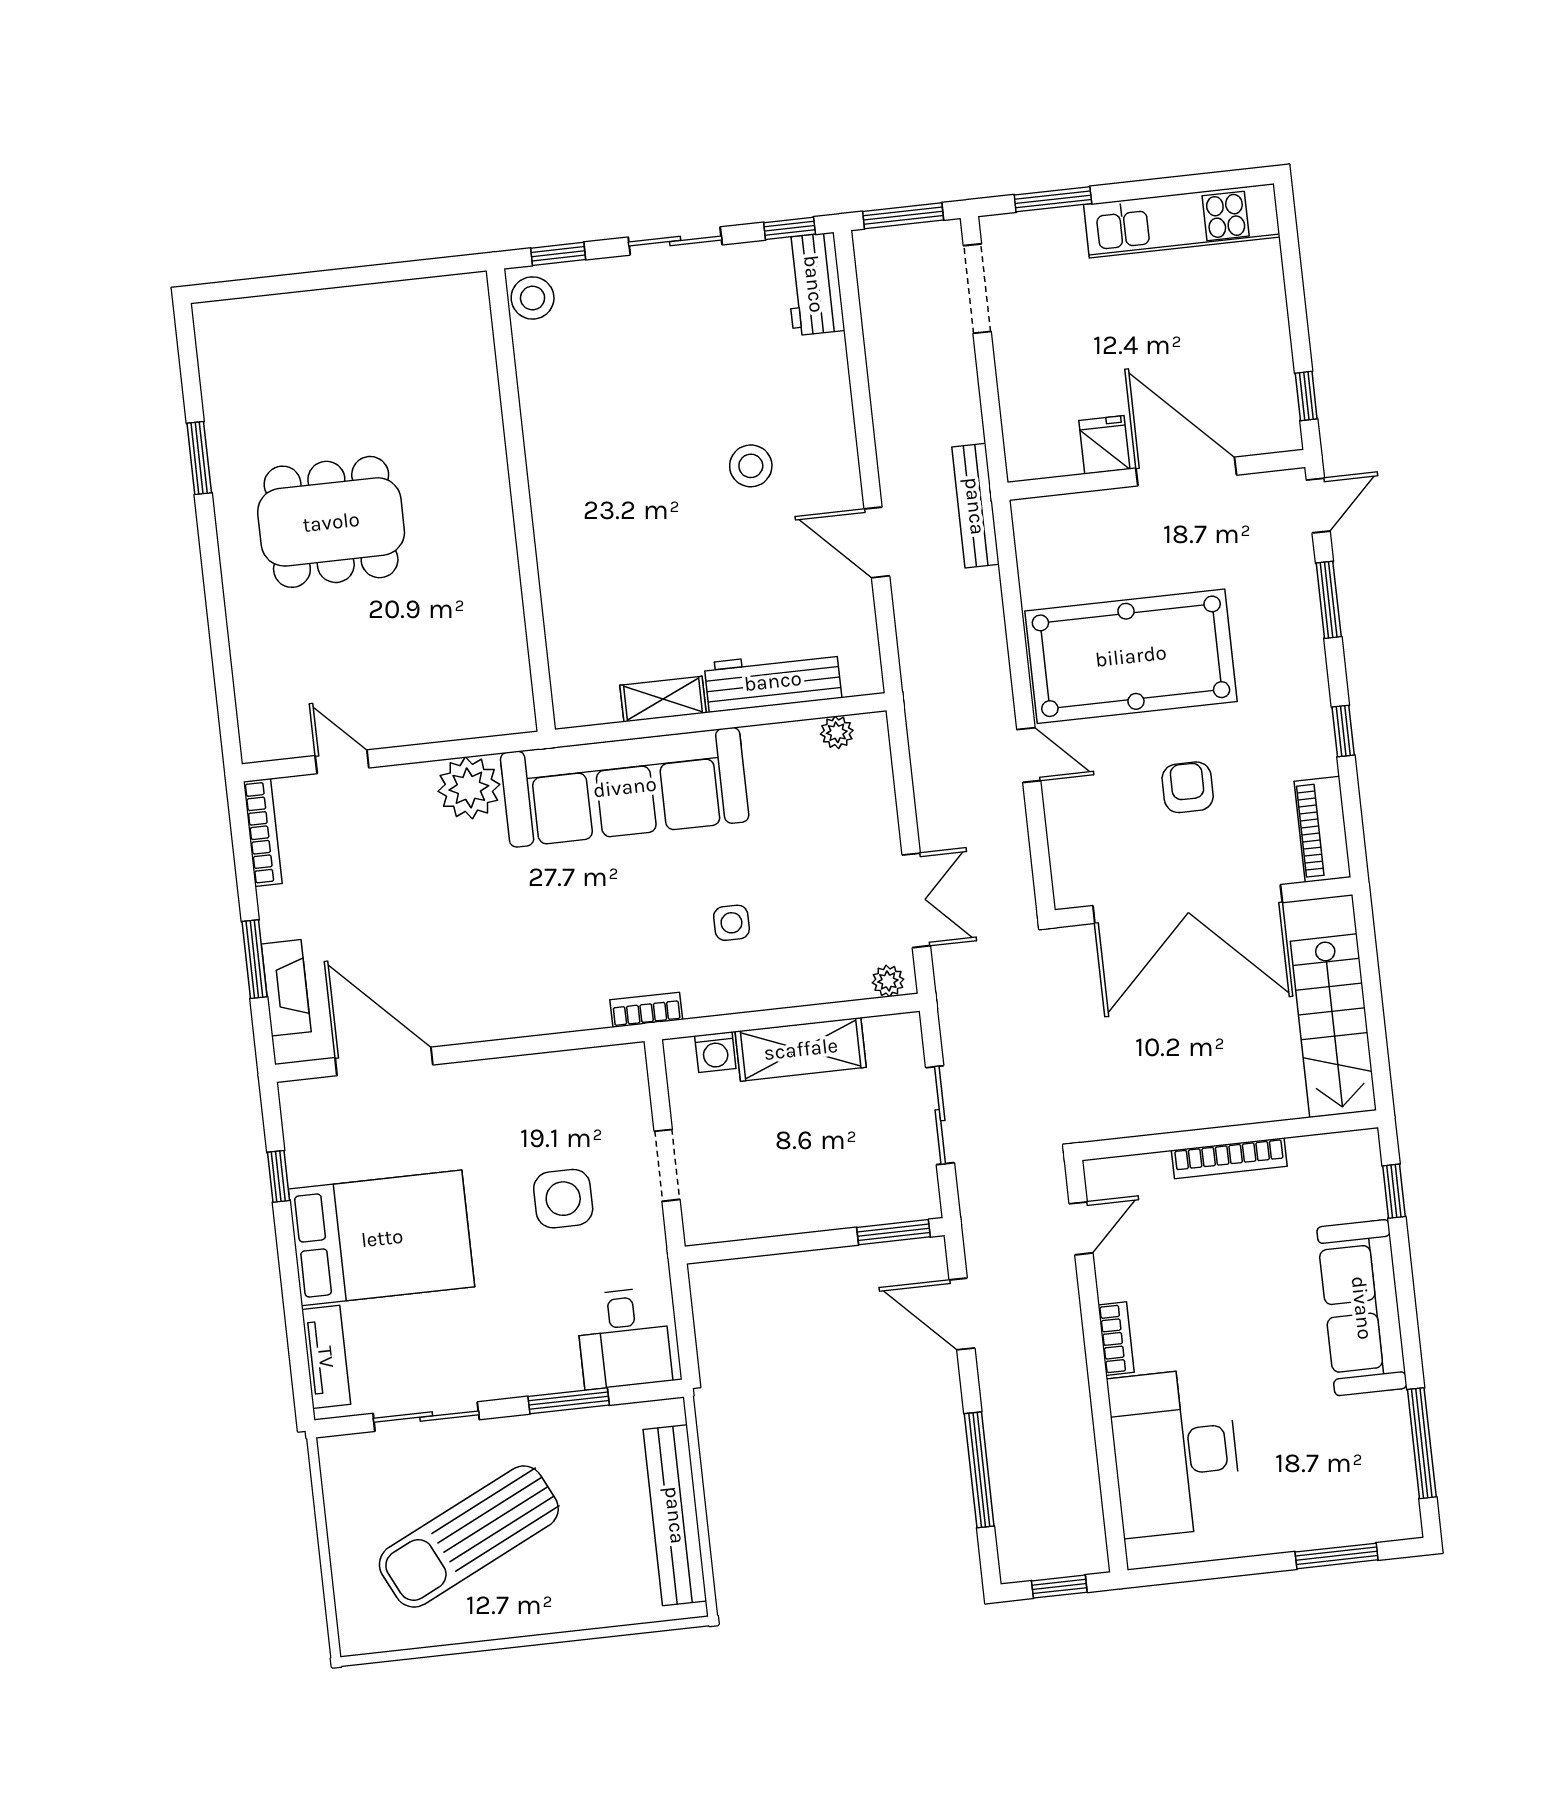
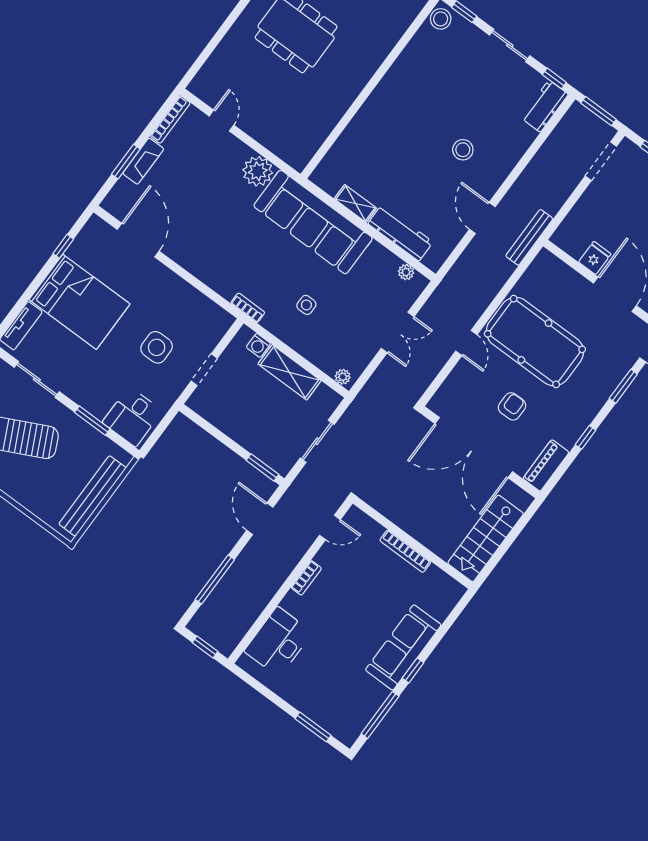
double door: (916, 900) -> (398, 333), moved
fireplace: (286, 988) -> (143, 161), moved
window: (1394, 1191) -> (413, 670), moved
desk: (1175, 1452) -> (278, 642), width x0.73, depth x0.77

